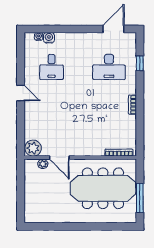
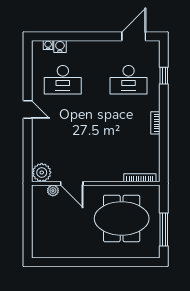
desk: (51, 67) -> (63, 80), width x1.37
meeting table: (103, 188) -> (122, 218), width x0.73

